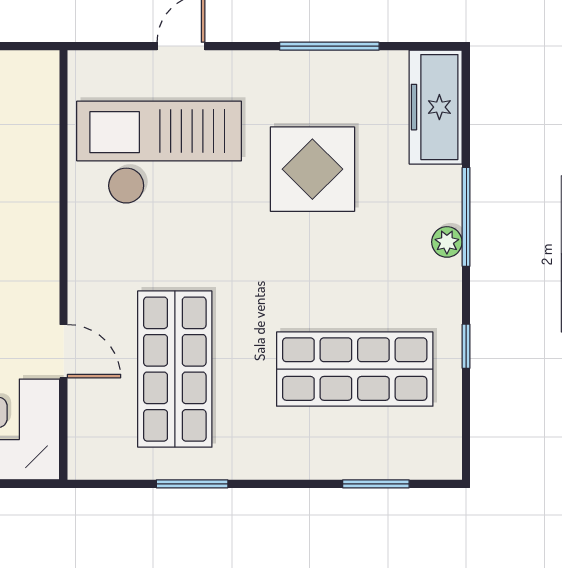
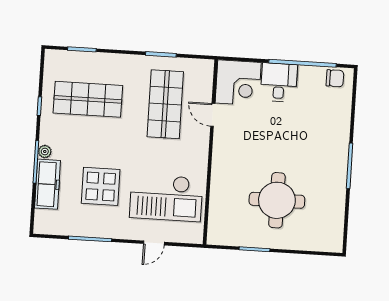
freezer: (436, 107) -> (48, 184), moved

